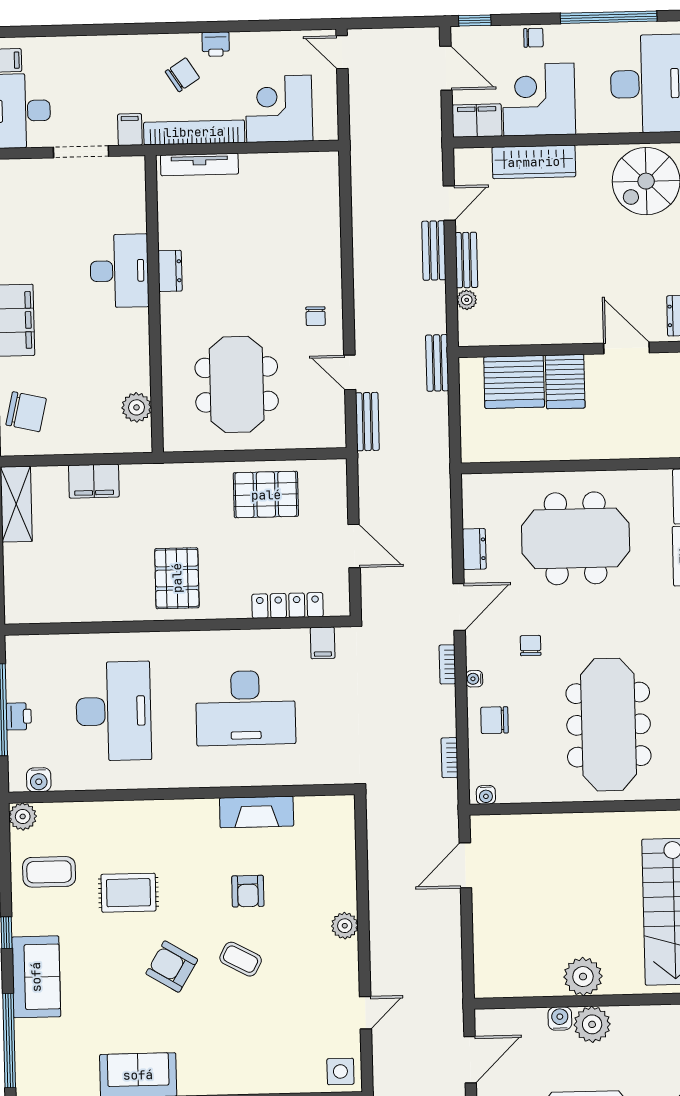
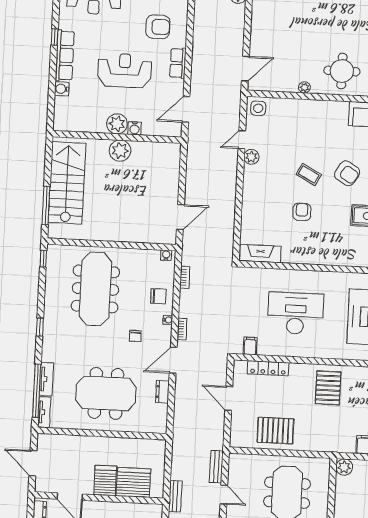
plant: (137, 407) -> (344, 467), moved
fireplace: (257, 812) -> (260, 254), moved
plant: (345, 926) -> (251, 157), moved

